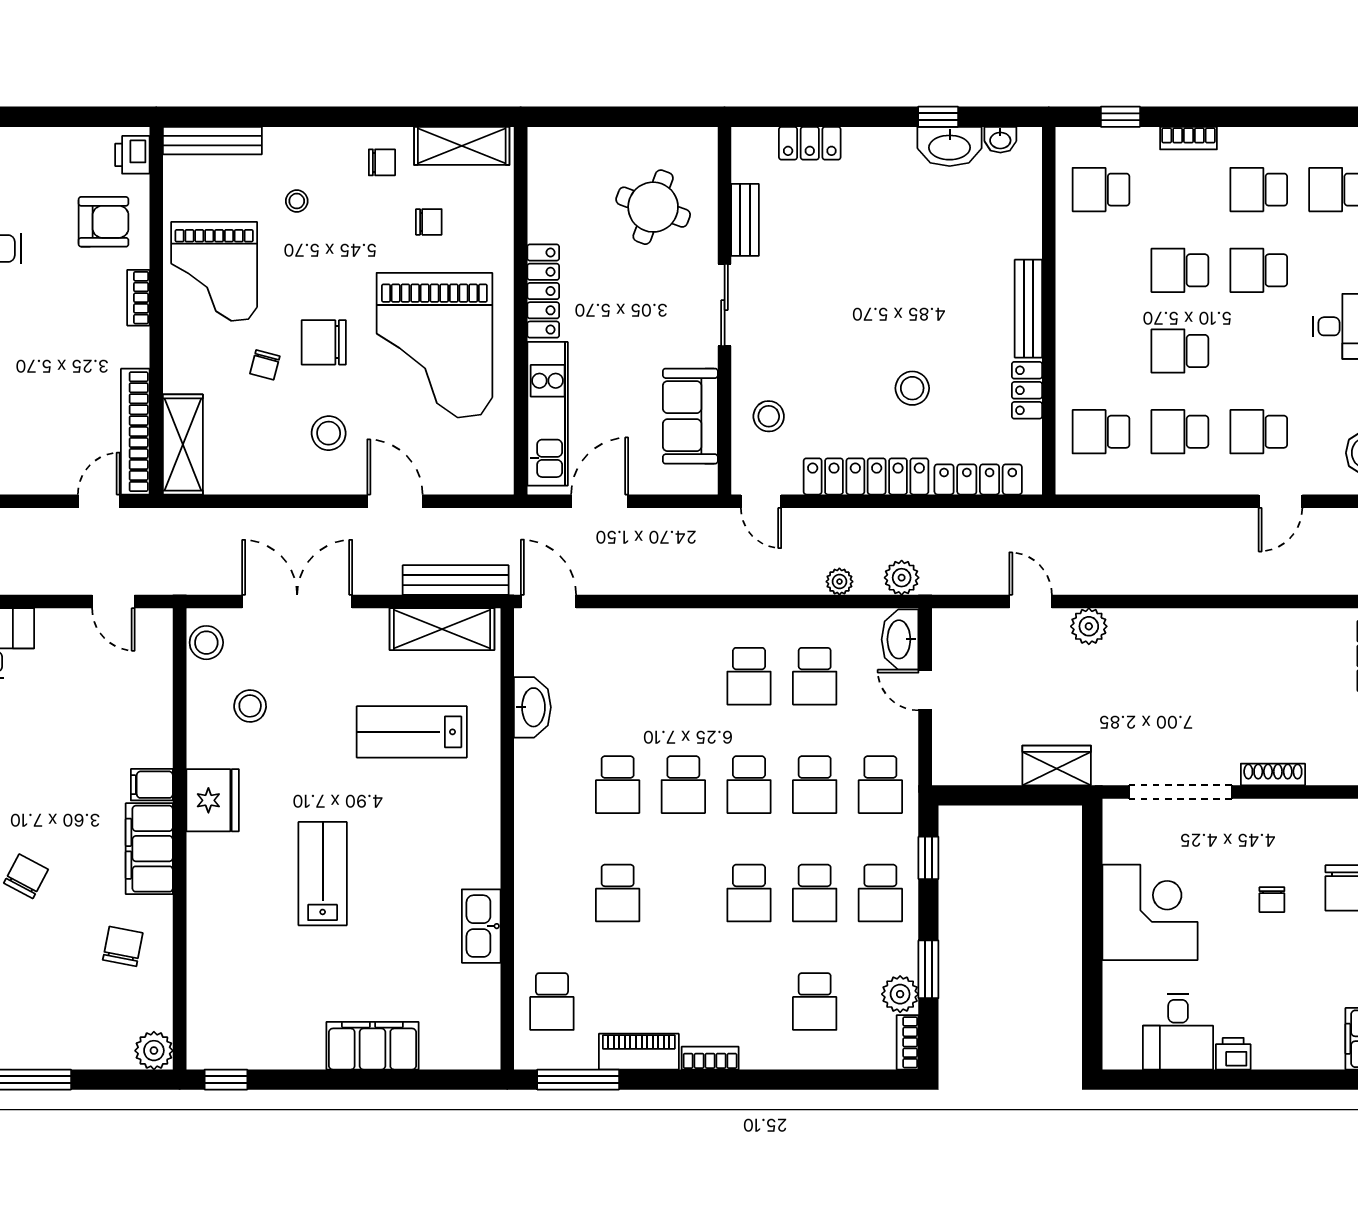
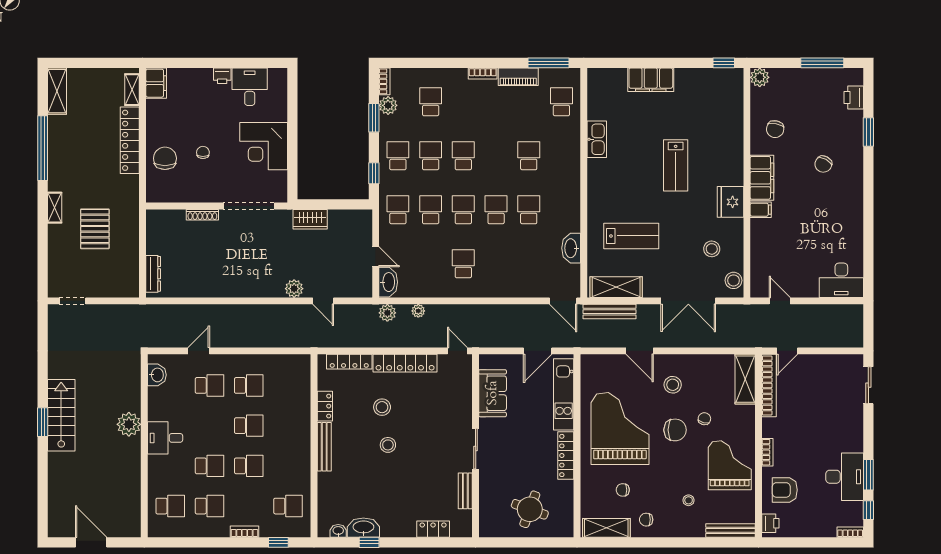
round table: (653, 207) -> (530, 509), moved
stool: (769, 416) -> (388, 445), moved
school desk: (1101, 432) -> (288, 385), removed
school desk: (815, 676) -> (431, 264), removed

